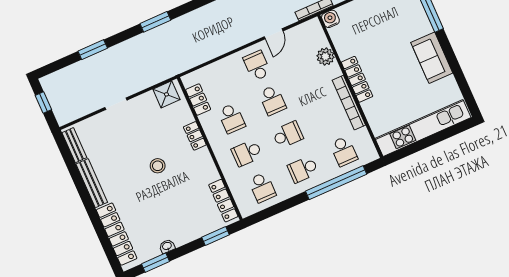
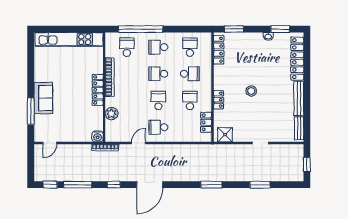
sofa: (432, 58) -> (43, 98), moved
school desk: (257, 66) -> (158, 127), turned 90
school desk: (303, 169) -> (158, 47), turned 180

